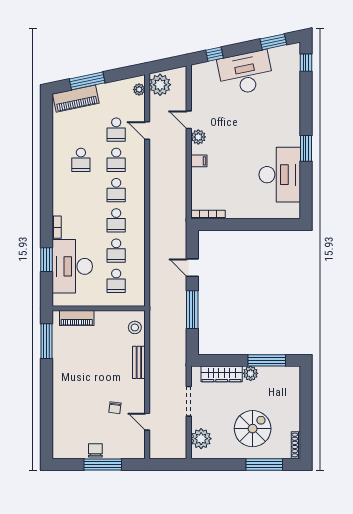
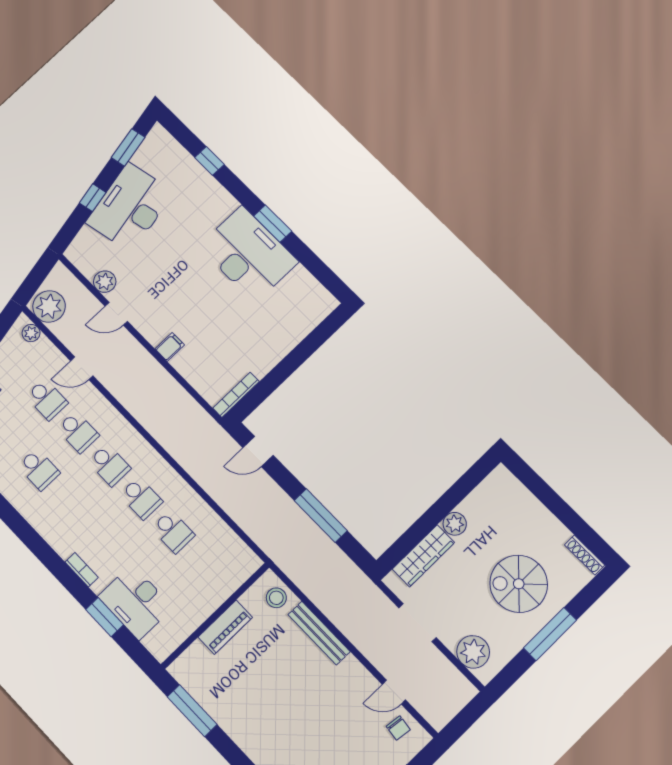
window: (214, 54) -> (93, 198), moved
window: (306, 63) -> (209, 161), moved
plant: (198, 137) -> (105, 282), moved
desk: (280, 175) -> (248, 254), moved
desk: (72, 266) -> (135, 602), width x0.73, depth x0.77
door: (192, 268) -> (258, 452), moved
school desk: (116, 281) -> (205, 565), removed
piano: (77, 318) -> (225, 627), moved
window: (267, 360) -> (458, 492), removed
bench: (139, 362) -> (319, 633), width x1.36
chair: (115, 408) -> (398, 728), moved
spiral stairs: (253, 429) -> (519, 584), turned -90
window: (264, 464) -> (550, 634), moved

